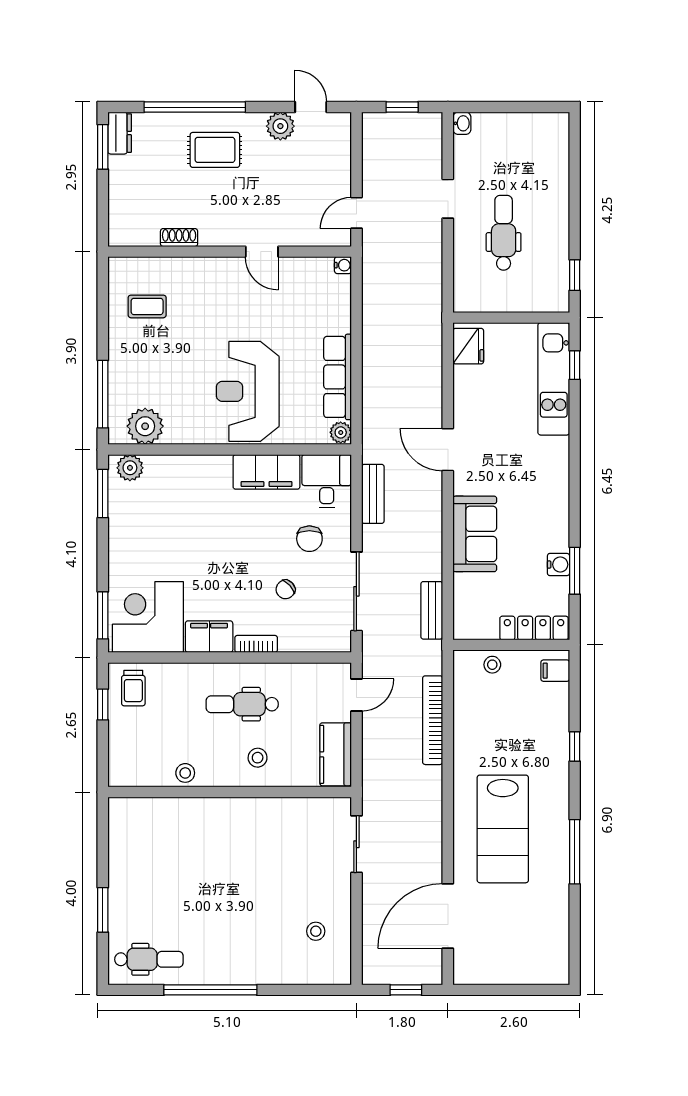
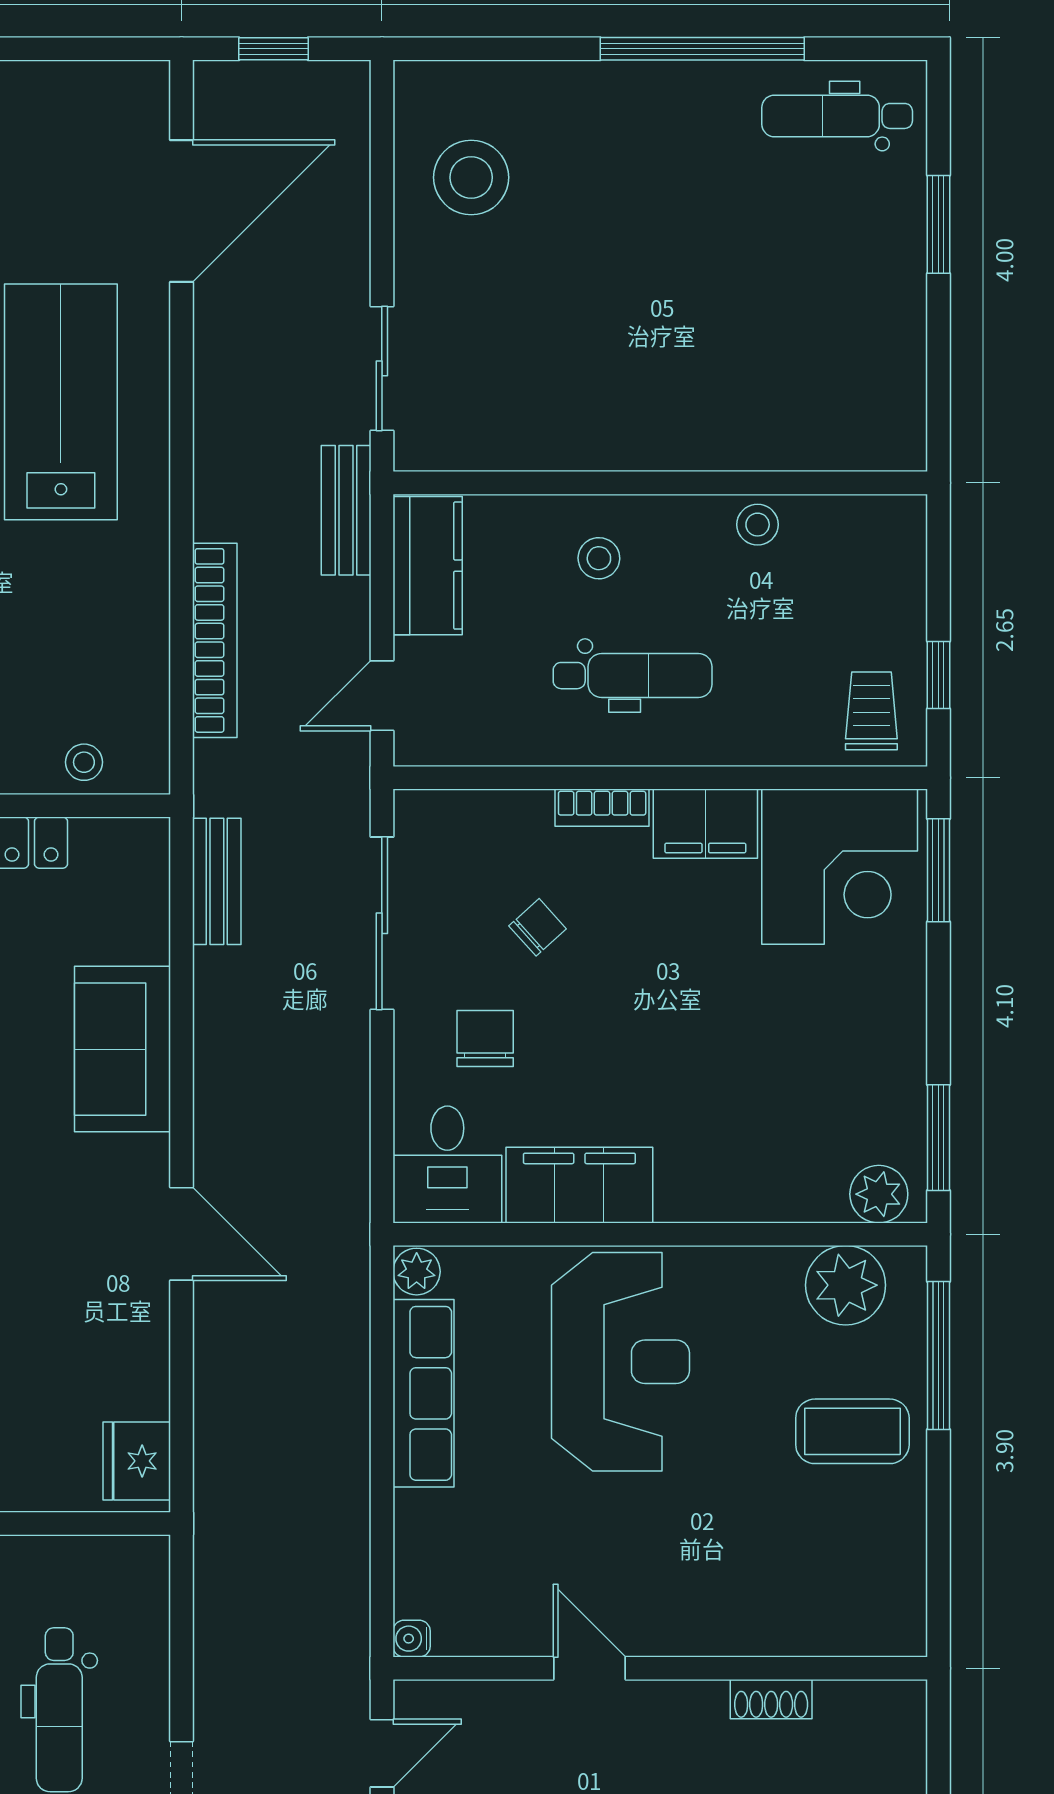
coffee table: (147, 306) -> (852, 1431), moved, width x1.36, depth x1.30
bench: (373, 494) -> (346, 510), moved
stool: (316, 931) -> (471, 177), width x1.89, depth x1.89

